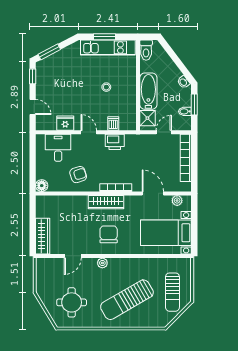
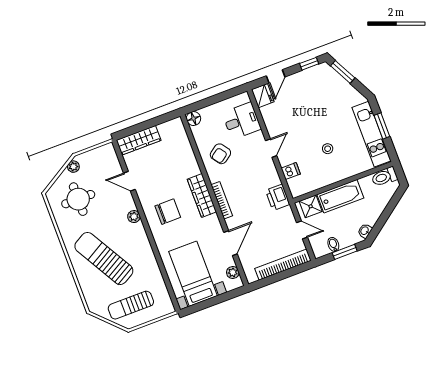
fridge: (65, 123) -> (263, 96), moved
printer: (115, 142) -> (278, 197), moved
armchair: (78, 175) -> (220, 154), turned 72
plant: (44, 296) -> (73, 167), added

